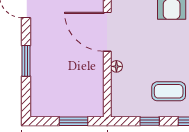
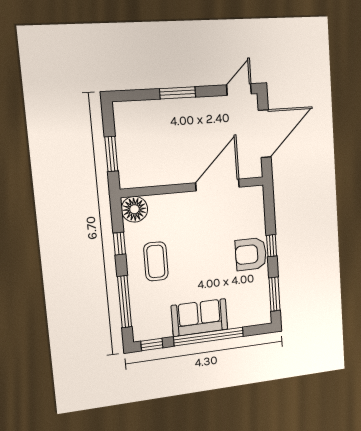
floor lamp: (116, 66) -> (134, 209), moved, width x1.89, depth x1.89

